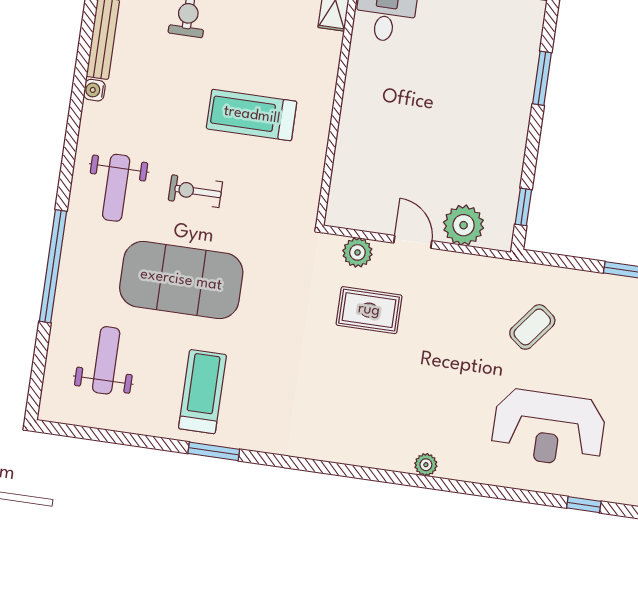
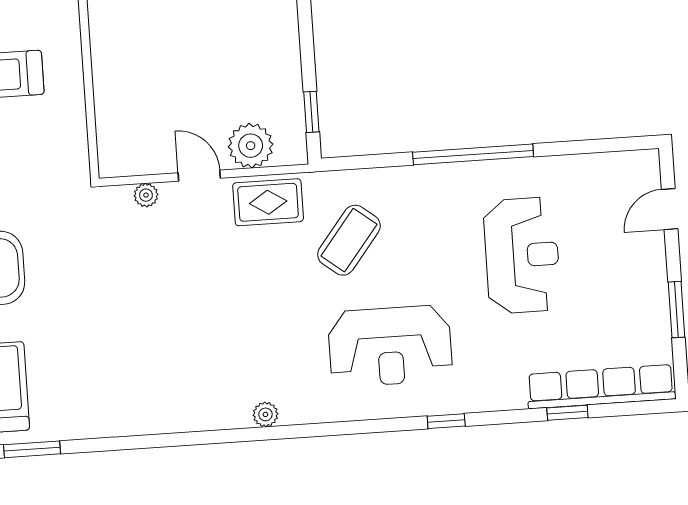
plant: (357, 252) -> (146, 195), width x0.73, depth x0.73
rug: (369, 310) -> (268, 202), moved
coffee table: (532, 327) -> (349, 240), width x1.36, depth x1.30

